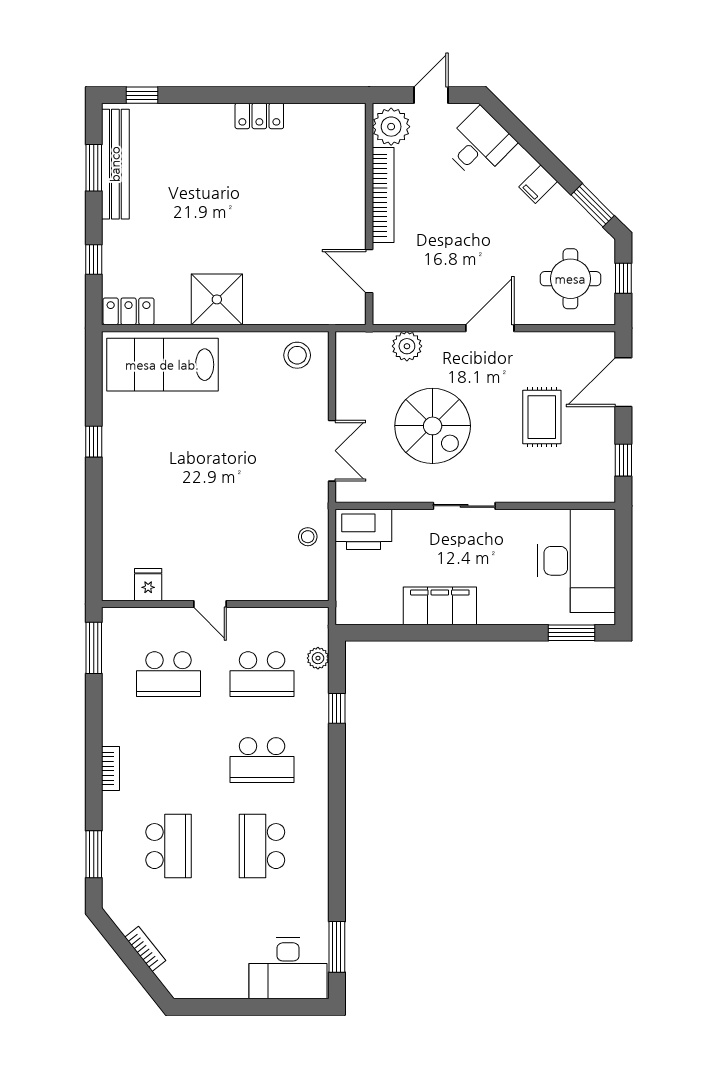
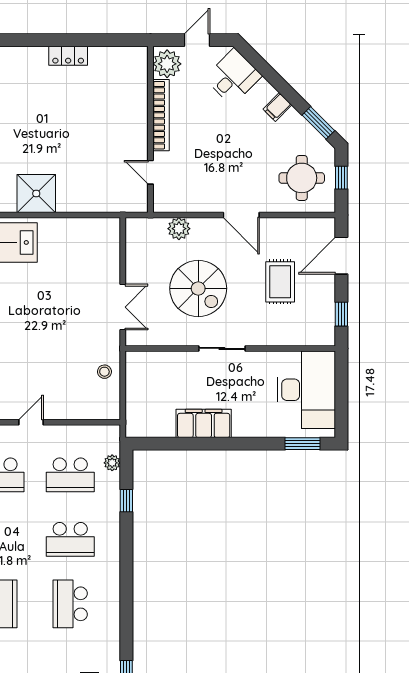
door: (369, 271) -> (151, 172), width x0.73
door: (490, 328) -> (241, 215), swing flipped
stool: (297, 355) -> (97, 235), removed
printer: (363, 529) -> (146, 366), removed
door: (210, 604) -> (31, 422), swing flipped

